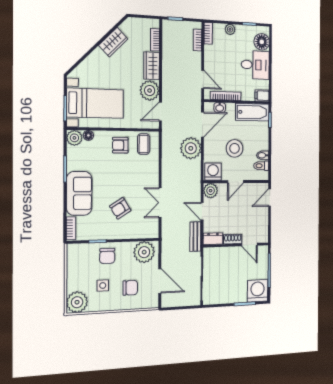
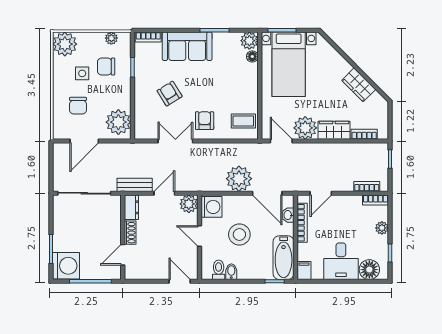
armchair: (120, 145) -> (205, 121), moved
chair: (107, 256) -> (106, 67), moved
plant: (72, 261) -> (111, 38), added

